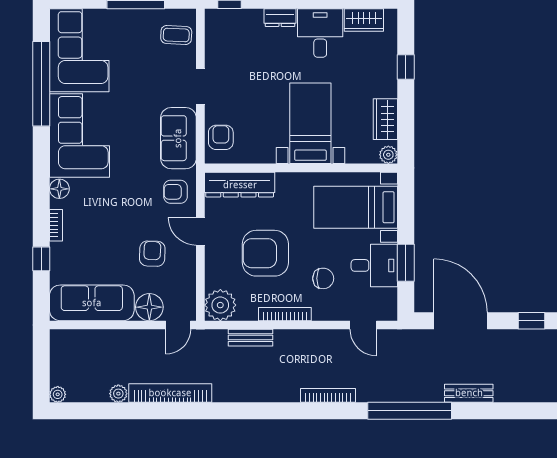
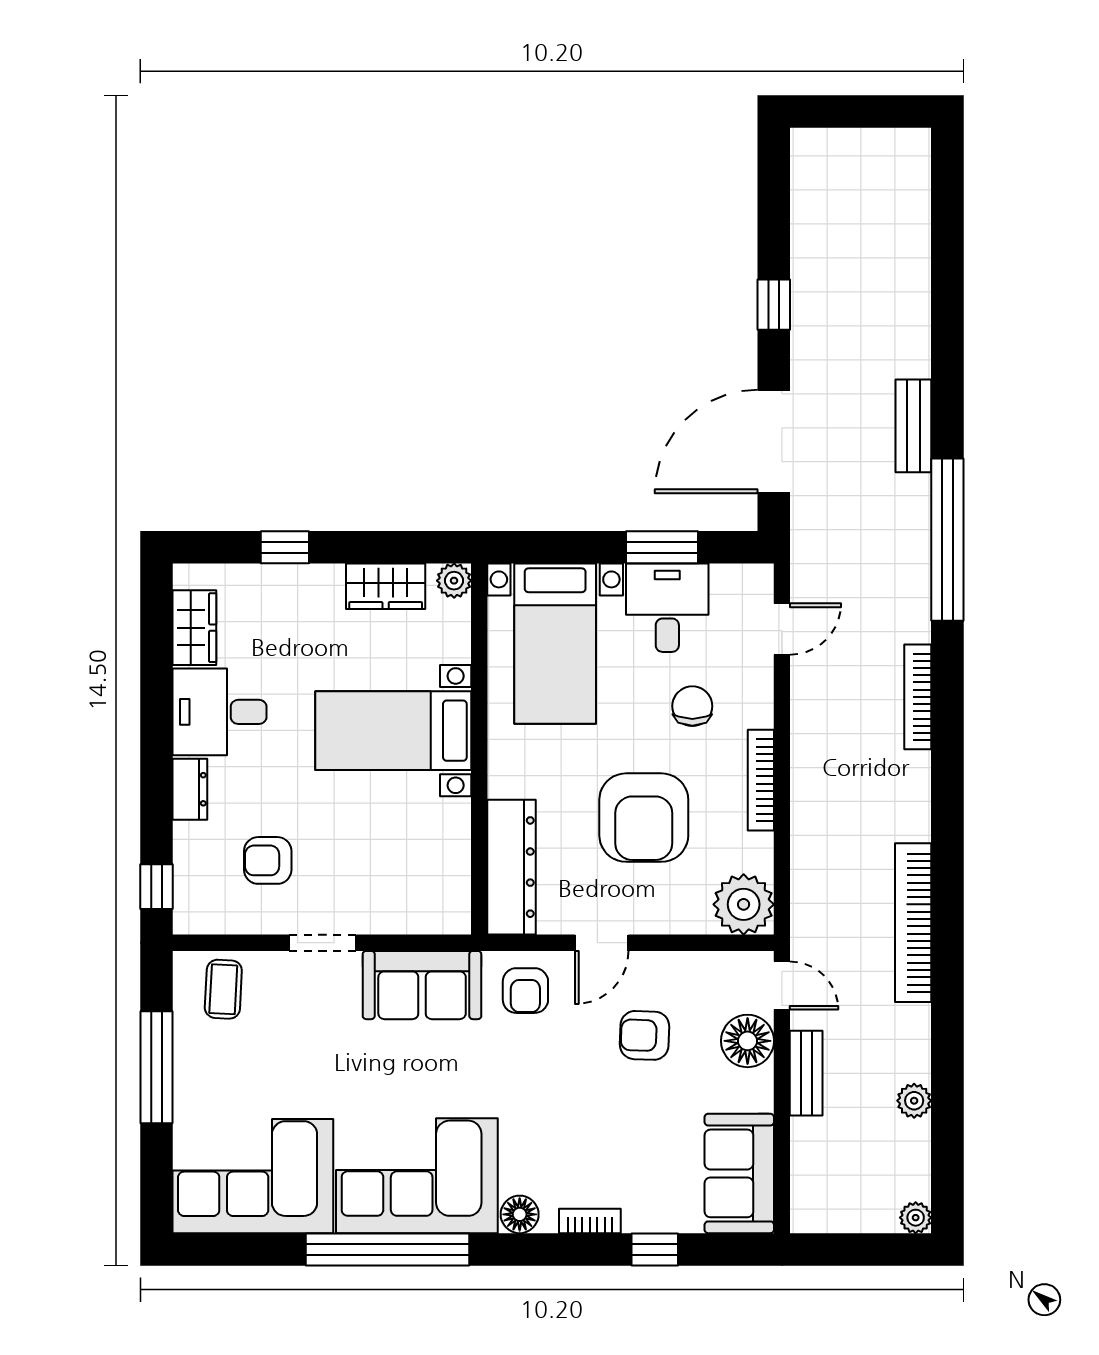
window: (41, 84) -> (387, 1249), moved
armchair: (221, 137) -> (268, 860), moved
sofa: (92, 303) -> (739, 1173), width x0.73
bench: (251, 338) -> (806, 1073), moved
bookcase: (170, 393) -> (913, 923), moved

